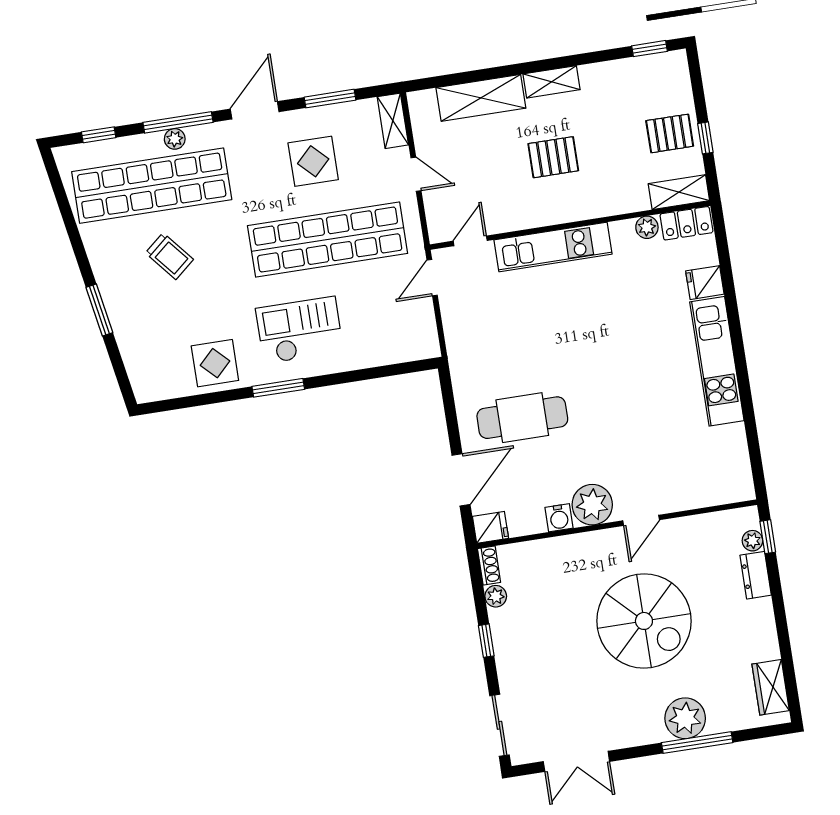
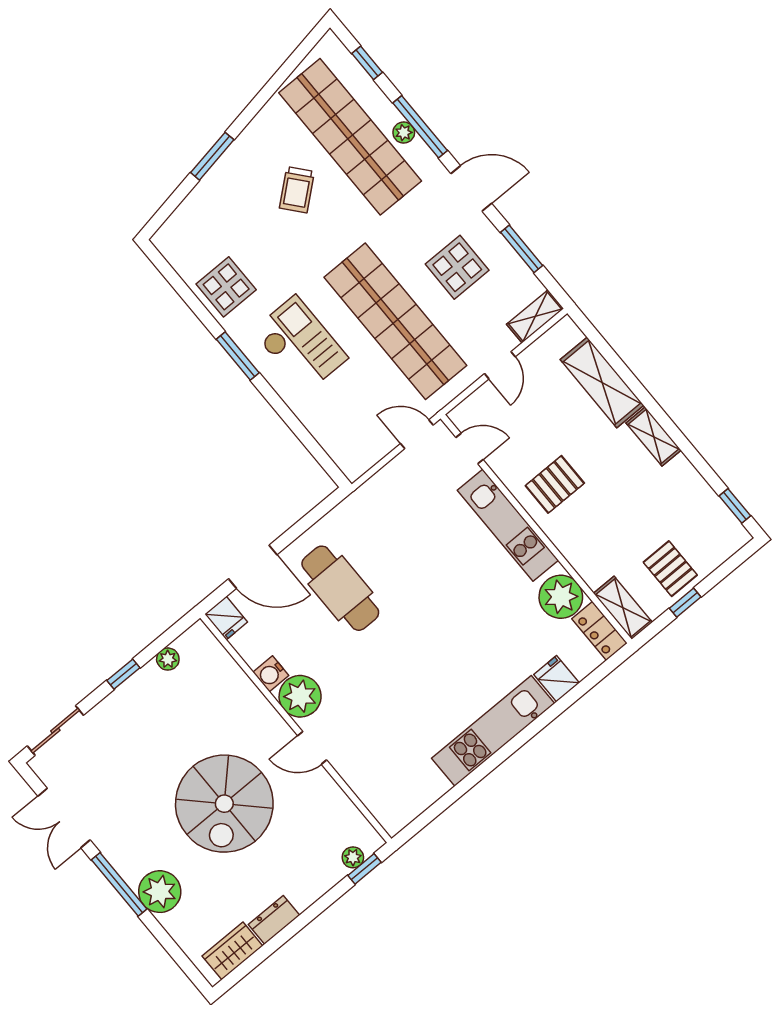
pallet: (553, 157) -> (555, 484), moved, turned 90
plant: (647, 227) -> (561, 597), width x1.87, depth x1.87
shoe rack: (489, 566) -> (192, 637), removed
dresser: (756, 575) -> (274, 920), moved
window: (697, 743) -> (119, 884), moved

